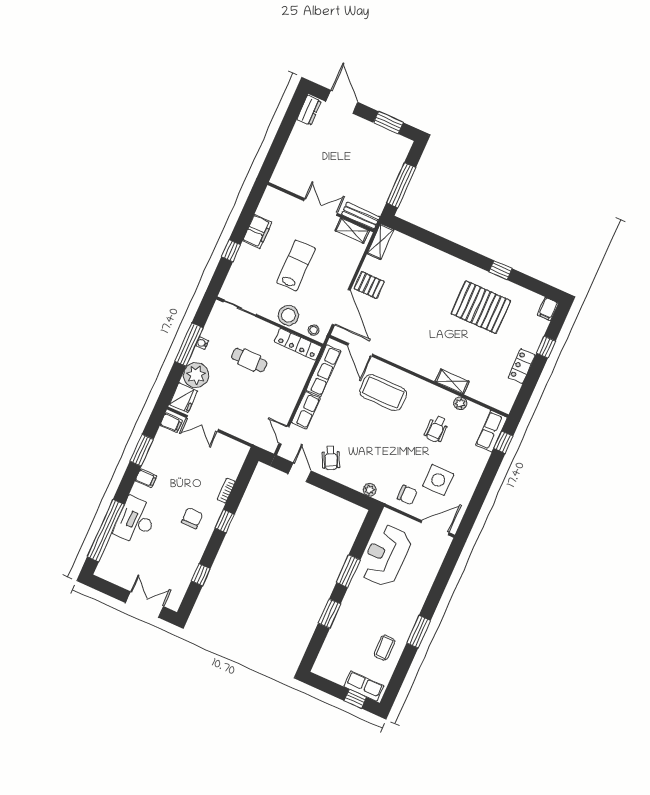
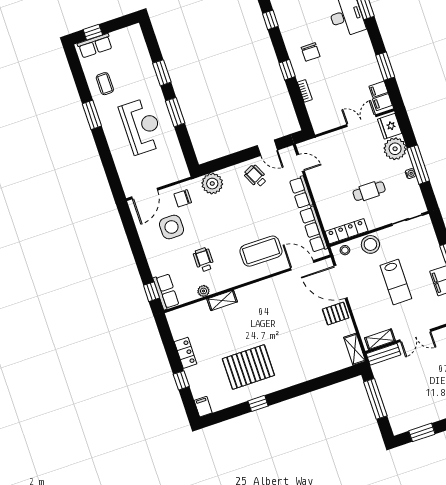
filing cabinet: (146, 478) -> (378, 89), moved
plant: (370, 490) -> (212, 184), width x1.88, depth x1.88
reception desk: (386, 555) -> (142, 126), moved

